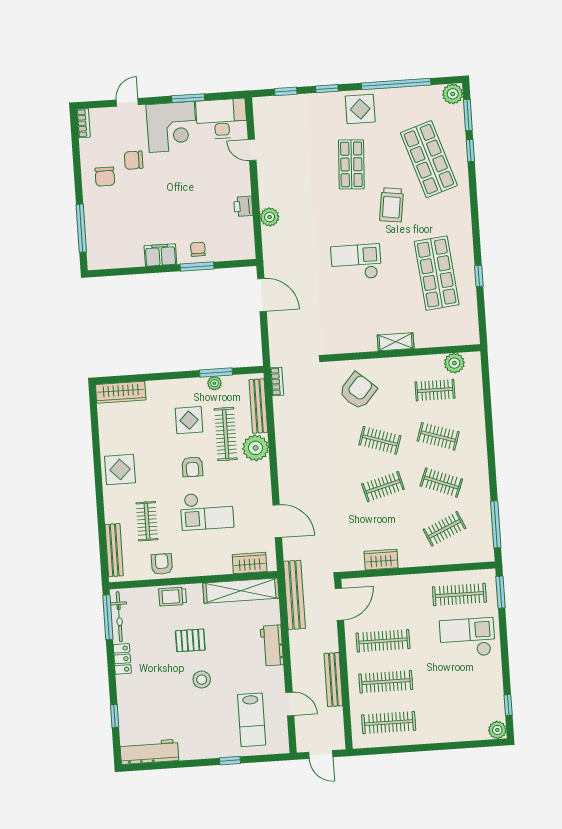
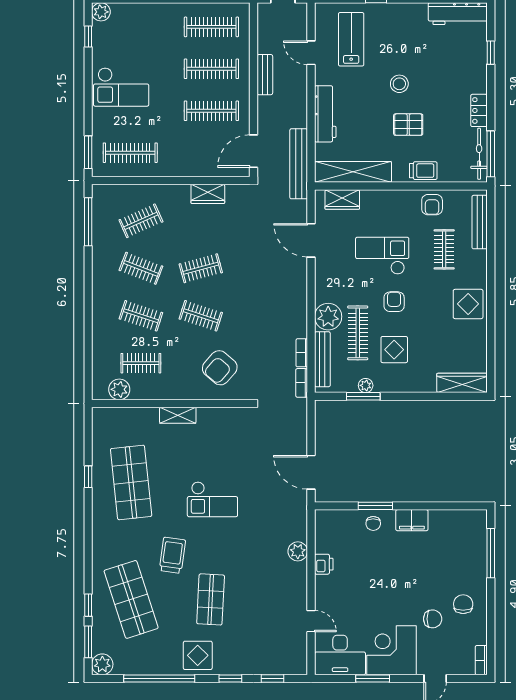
bookcase: (279, 411) -> (302, 353), added
checkout: (467, 638) -> (121, 87), moved
workbench: (272, 645) -> (325, 114), width x1.38
bench: (333, 680) -> (265, 75), width x0.73

